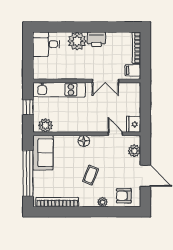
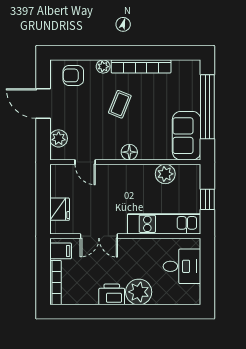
desk: (46, 44) -> (182, 266), moved
double door: (105, 81) -> (99, 236), swing flipped
fridge: (134, 124) -> (60, 209), moved
plant: (46, 125) -> (165, 174), moved
armchair: (124, 196) -> (73, 75), turned 180
bookcase: (57, 202) -> (141, 66), moved

